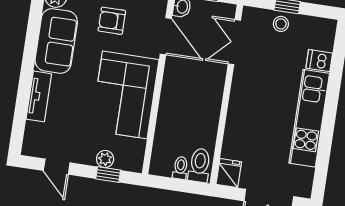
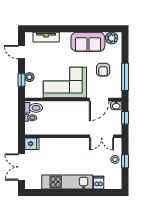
armchair: (112, 21) -> (103, 70), turned 180
double door: (234, 42) -> (102, 136), swing flipped
tv unit: (39, 96) -> (46, 37), moved
toilet: (200, 165) -> (34, 108), moved
door: (57, 167) -> (21, 52), hinge flipped

